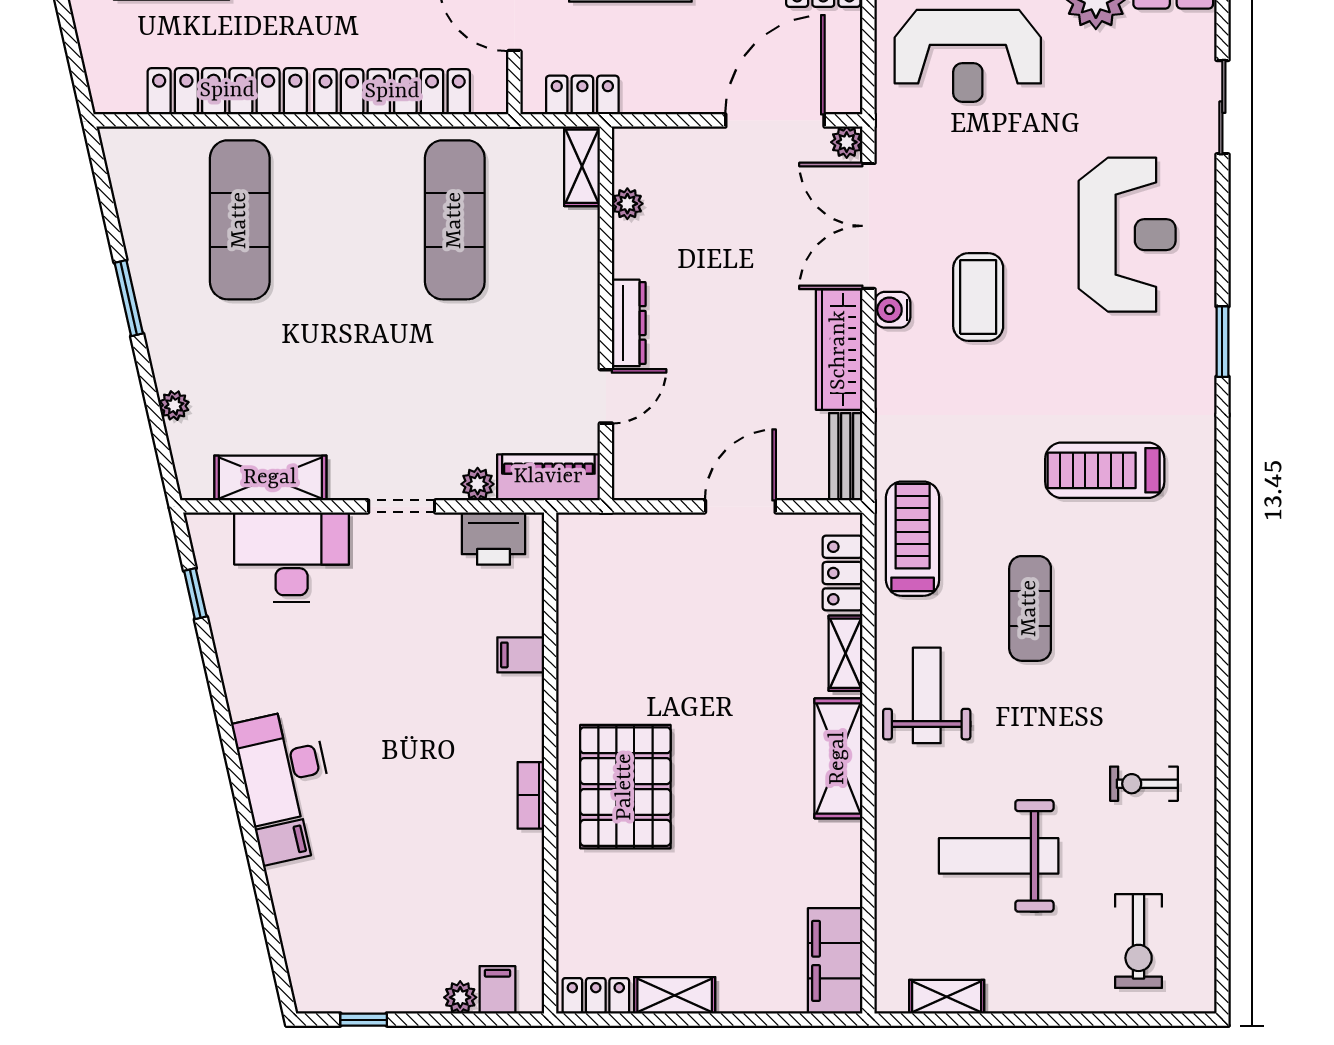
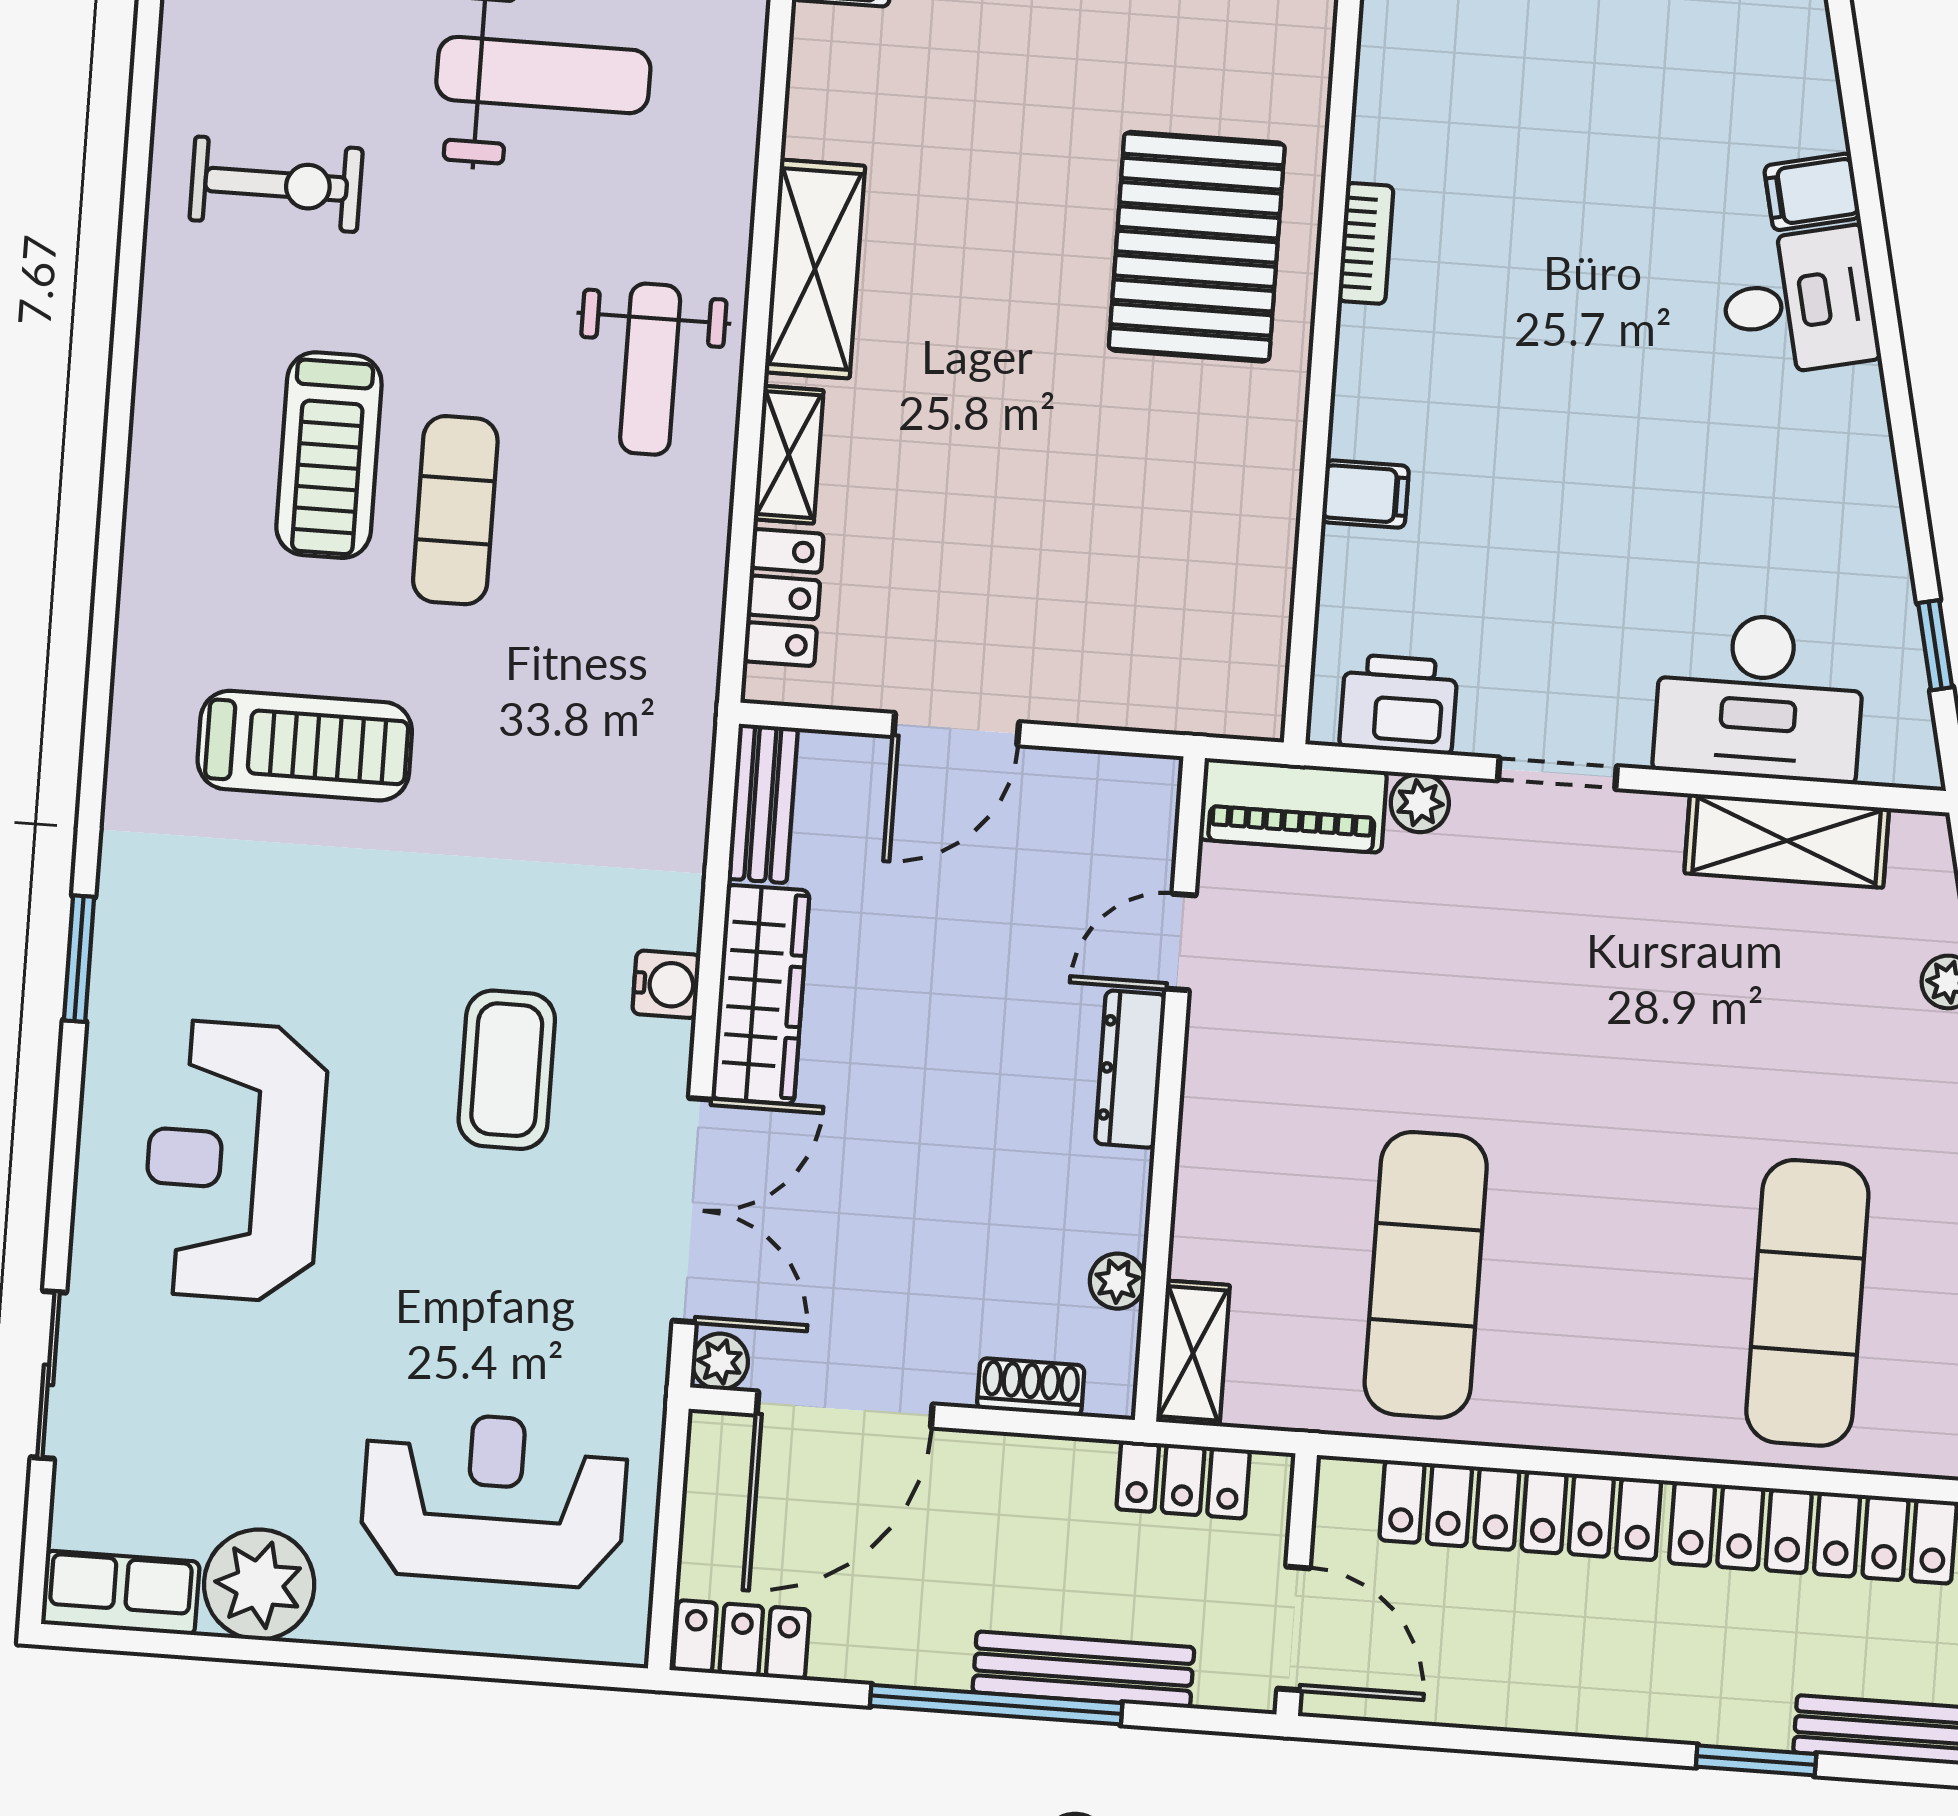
shoe rack: (672, 141) -> (1031, 1387), added
water cooler: (892, 310) -> (666, 984), moved
treadmill: (913, 539) -> (329, 455), moved
desk: (283, 766) -> (1799, 302), width x0.73
exercise bike: (1144, 784) -> (276, 184), width x1.38, depth x1.39

